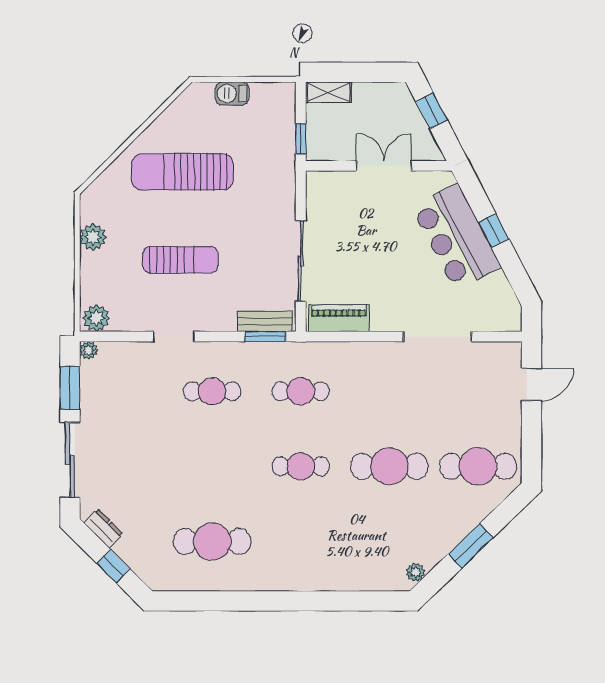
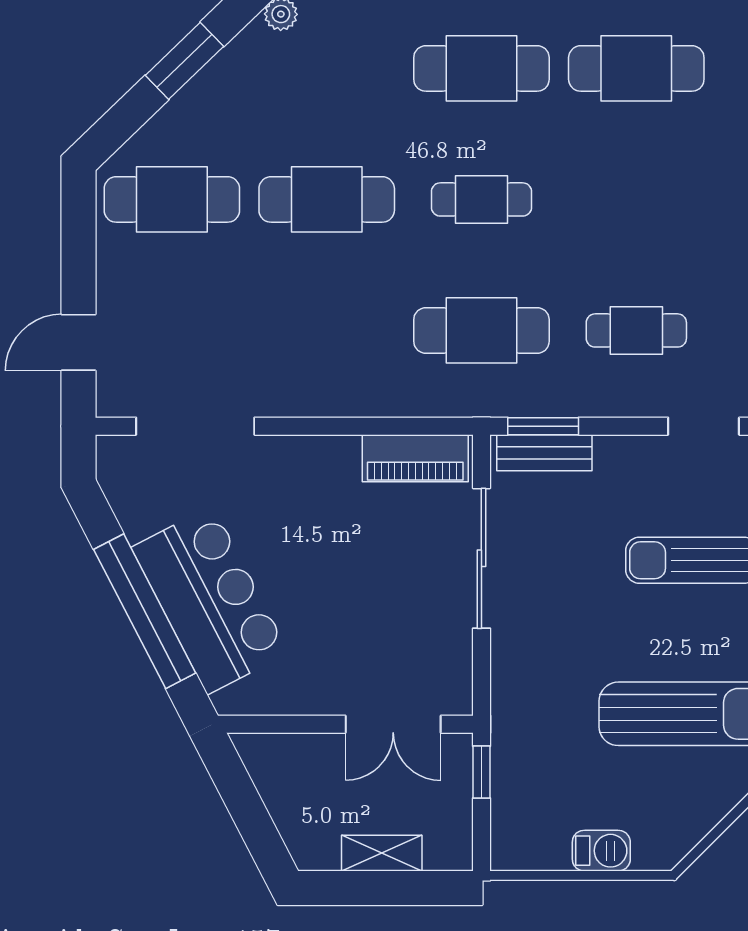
shelving: (328, 92) -> (382, 853), moved
window: (432, 111) -> (253, 821), removed
double door: (384, 166) -> (393, 724), moved
window: (494, 231) -> (145, 611), width x3.17
doorway: (437, 337) -> (195, 426), moved
cafe table: (301, 391) -> (481, 330), width x1.37, depth x1.35
cafe table: (301, 541) -> (481, 68), added

